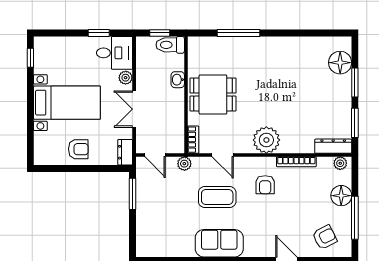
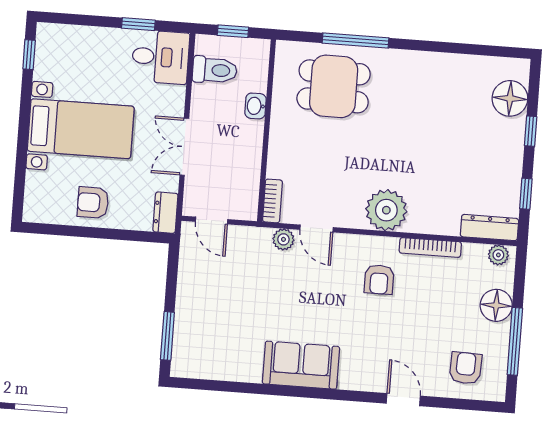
toilet: (170, 45) -> (215, 70), moved, turned 180
plant: (126, 78) -> (175, 97), removed
window: (355, 83) -> (531, 131), width x0.67
dining table: (213, 95) -> (334, 86), moved
window: (355, 123) -> (526, 194), width x0.67
armchair: (78, 149) -> (93, 202), turned 180
plant: (184, 164) -> (283, 239), moved
window: (132, 194) -> (167, 336), moved
coffee table: (217, 197) -> (303, 293), removed
armchair: (325, 237) -> (466, 368), turned -61

